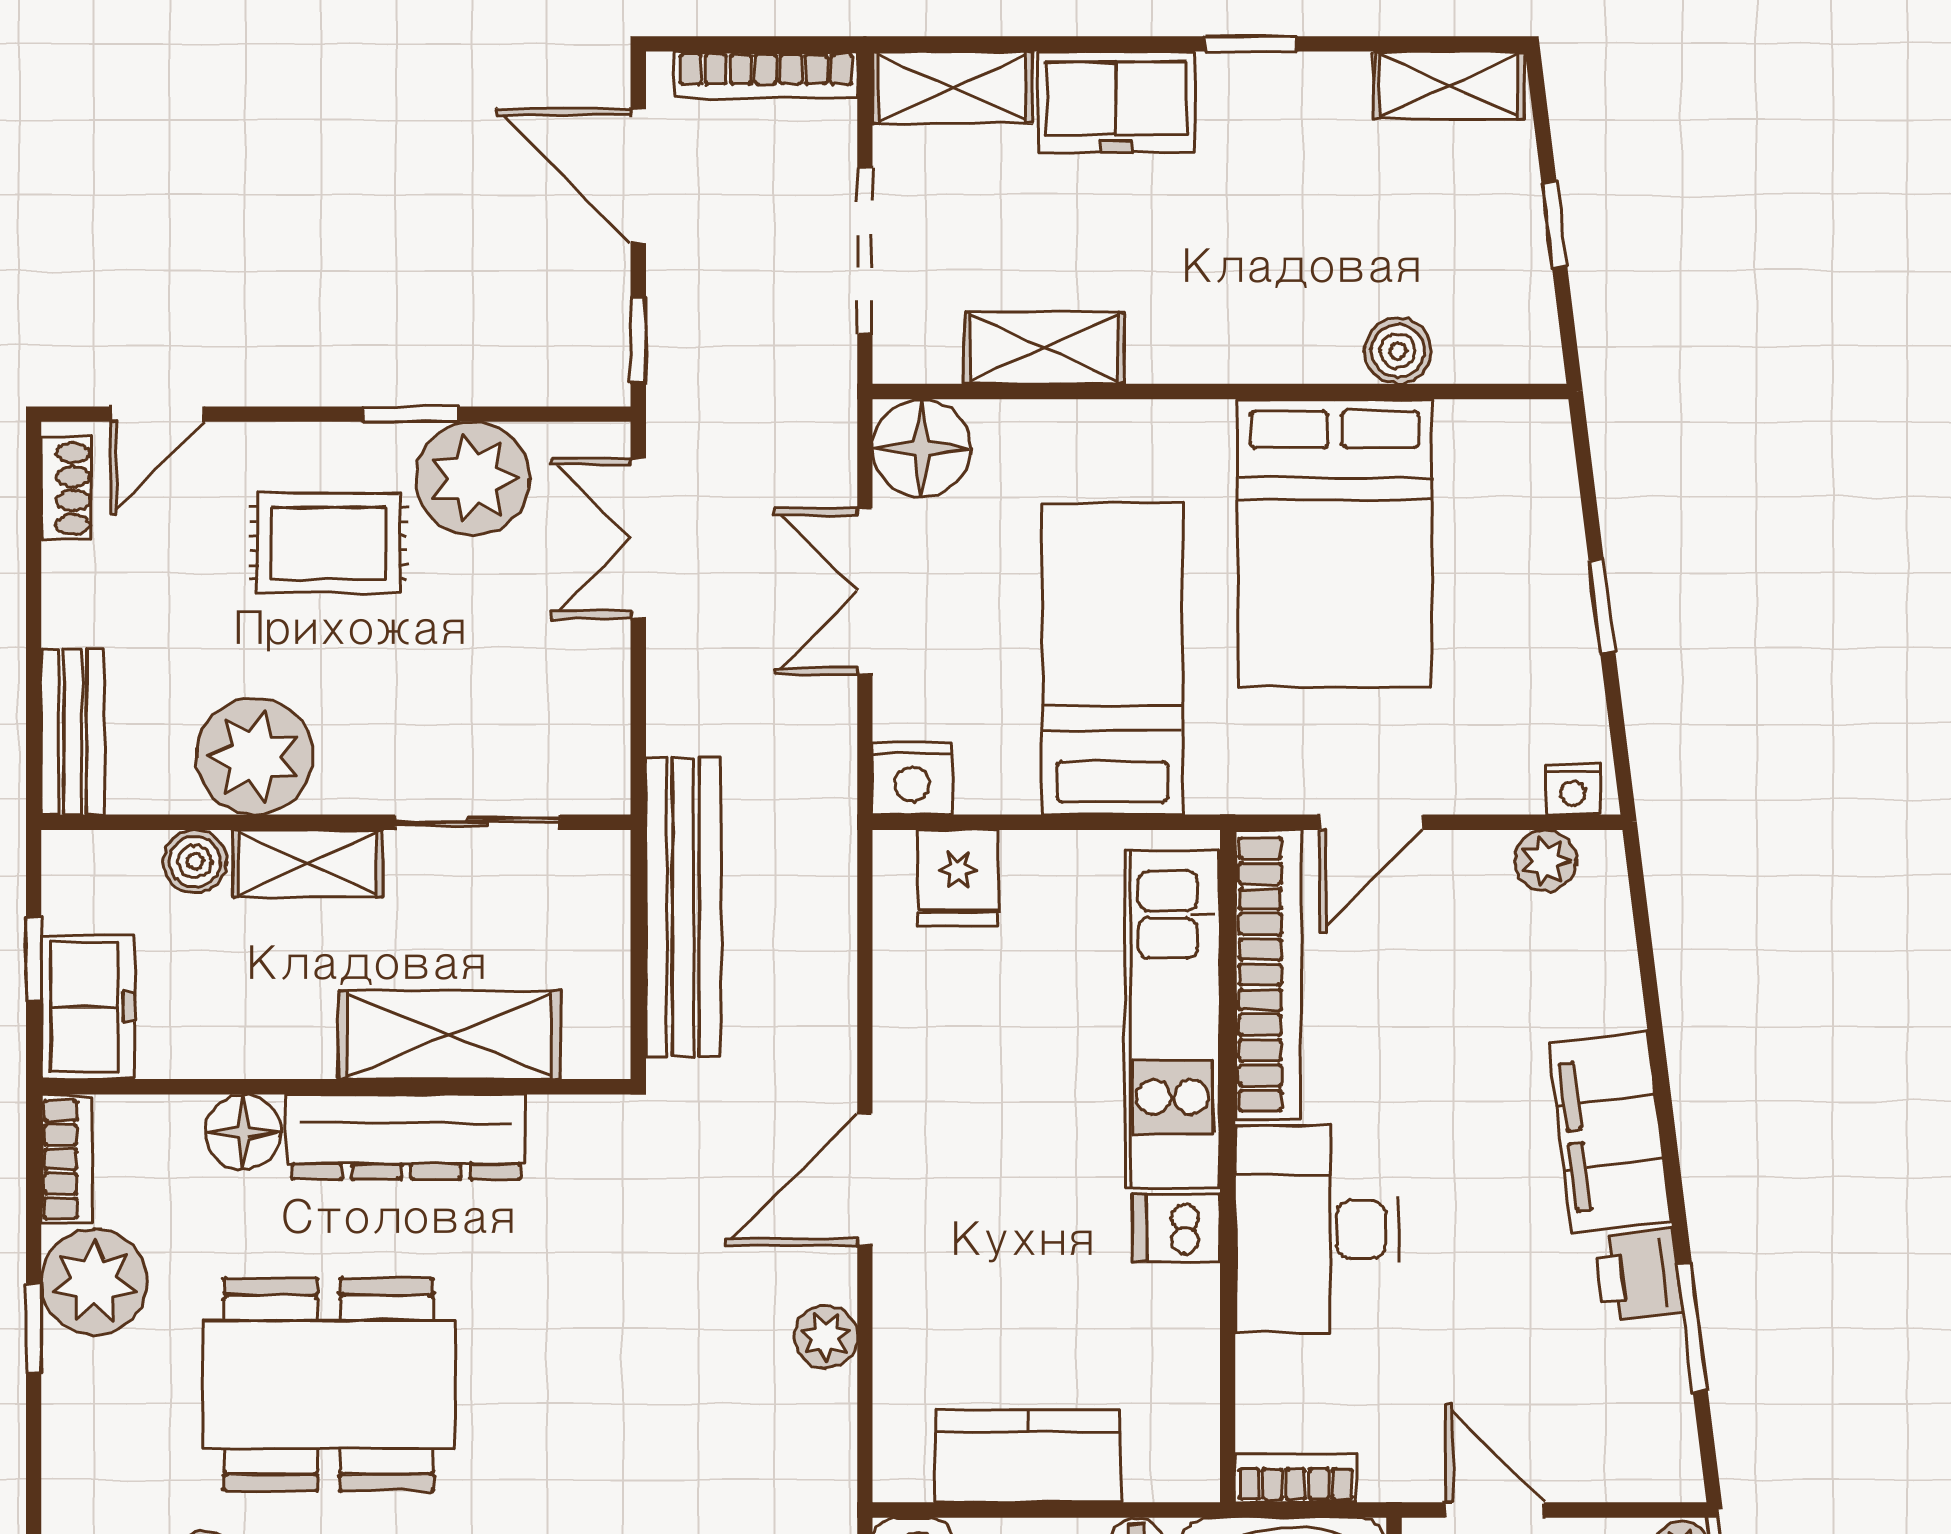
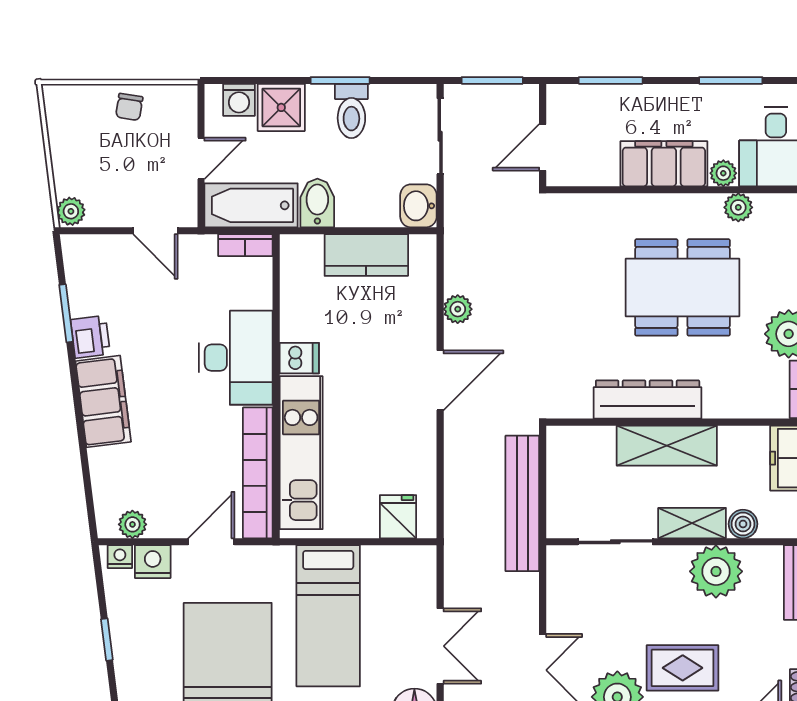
nightstand: (912, 778) -> (153, 562), moved
shelving: (449, 1035) -> (667, 446), moved
floor lamp: (243, 1132) -> (721, 402), removed

